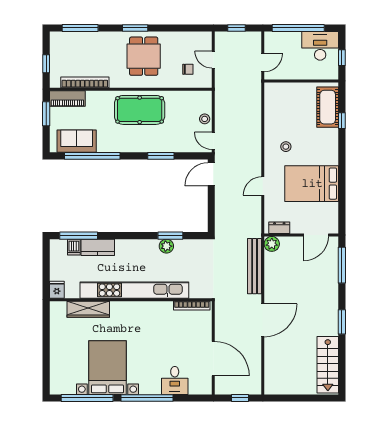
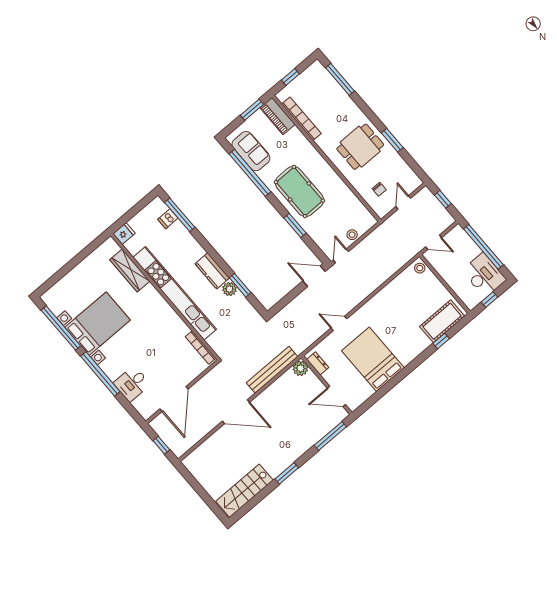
window: (135, 28) -> (392, 140), moved
pool table: (140, 110) -> (299, 191), moved
stool: (286, 147) -> (420, 268), moved
kitchen counter: (98, 247) -> (212, 271), moved

